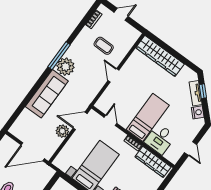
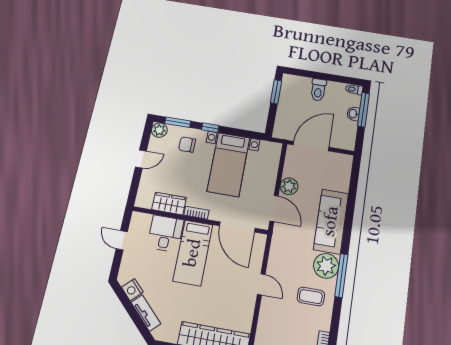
coffee table: (104, 46) -> (311, 297), moved
window: (203, 91) -> (137, 320), removed
door: (111, 120) -> (237, 227), width x1.87
door: (80, 121) -> (274, 208), hinge flipped
wardrobe: (153, 162) -> (169, 204), width x0.67

